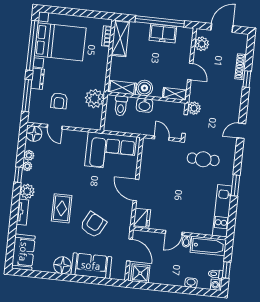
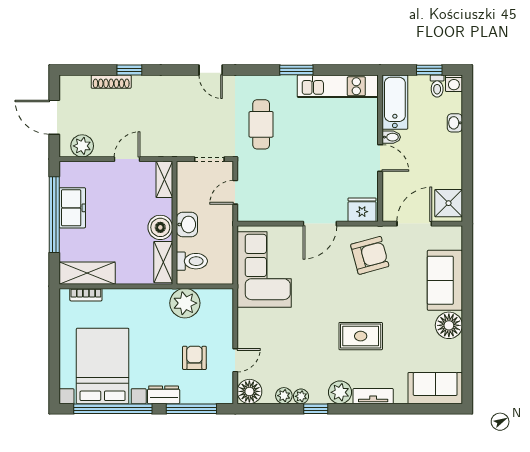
armchair: (59, 101) -> (194, 358), turned -90
plant: (194, 108) -> (183, 147), removed
armchair: (93, 225) -> (370, 255), moved, turned 137

